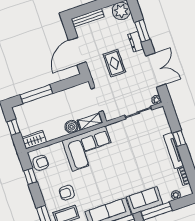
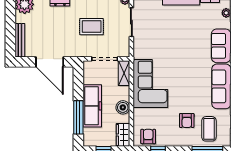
rug: (114, 63) -> (92, 27), moved
freezer: (51, 103) -> (92, 106), added
boiler: (71, 127) -> (123, 107), moved

